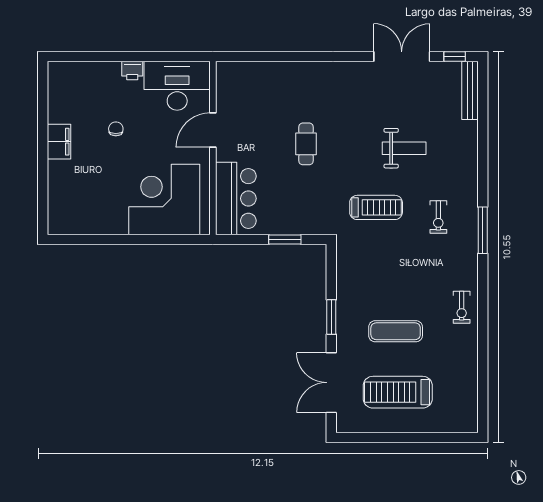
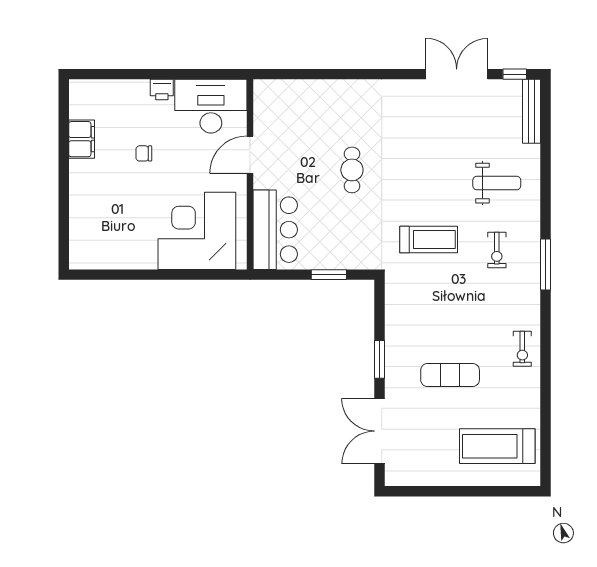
chair: (116, 129) -> (144, 153), turned -90
filing cabinet: (59, 142) -> (82, 139), moved
weight bench: (404, 148) -> (497, 183), moved
treadmill: (398, 392) -> (497, 446), moved

